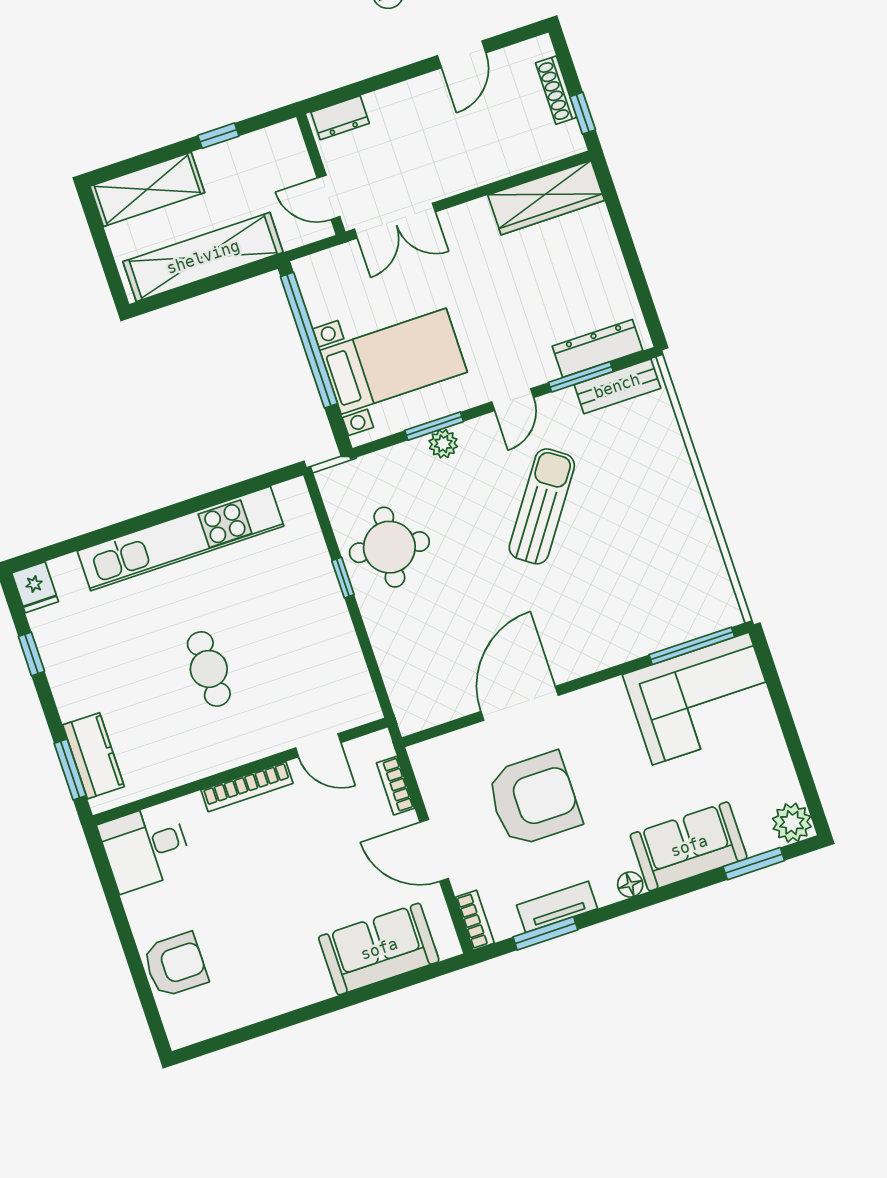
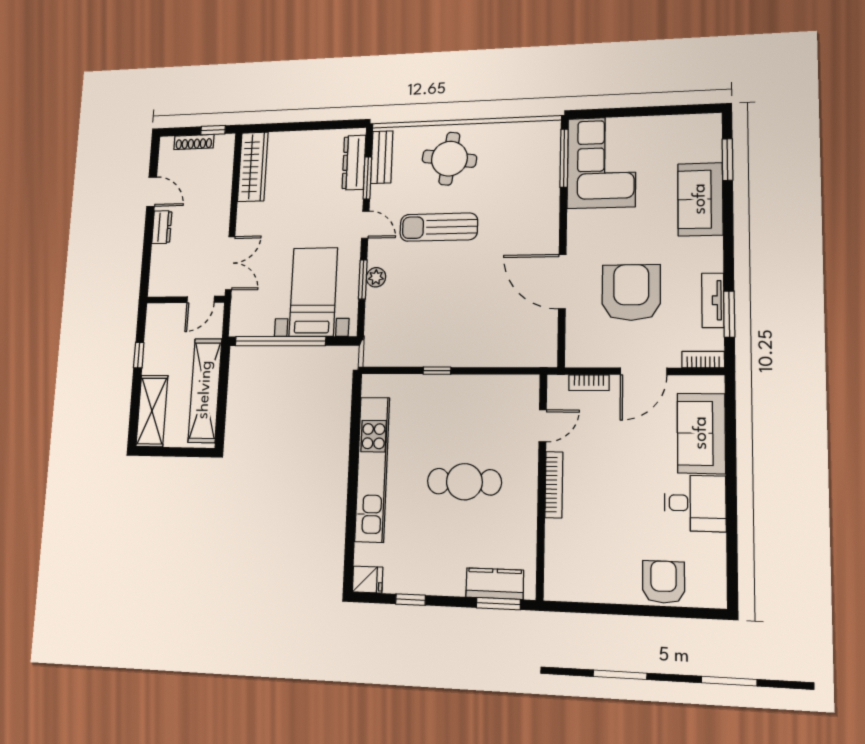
dresser: (340, 118) -> (162, 227), moved
sun lounger: (542, 506) -> (439, 227), turned -35
round table: (389, 547) -> (449, 159), moved
cafe table: (209, 669) -> (464, 482), width x1.37, depth x1.35
plant: (792, 823) -> (707, 127), removed
desk: (145, 847) -> (695, 503), moved, turned -90
floor lamp: (630, 884) -> (714, 246), removed

